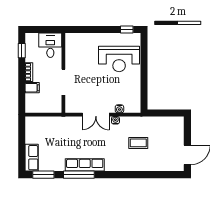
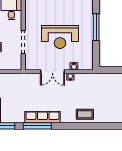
reception desk: (119, 59) -> (60, 37), moved
window: (144, 66) -> (96, 27), added
coffee table: (138, 143) -> (85, 114), moved

